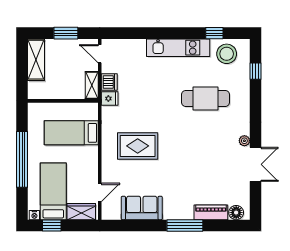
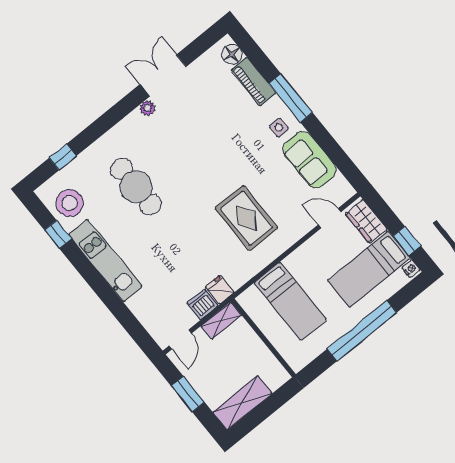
side table: (174, 205) -> (279, 128), added

